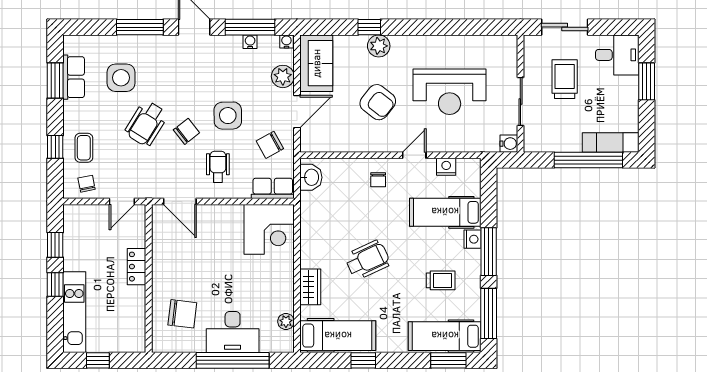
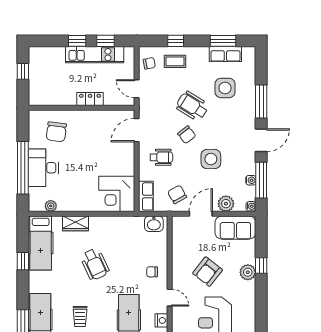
door: (297, 112) -> (201, 214), swing flipped
side table: (228, 116) -> (211, 159), moved
kitchen unit: (74, 312) -> (95, 55), moved

